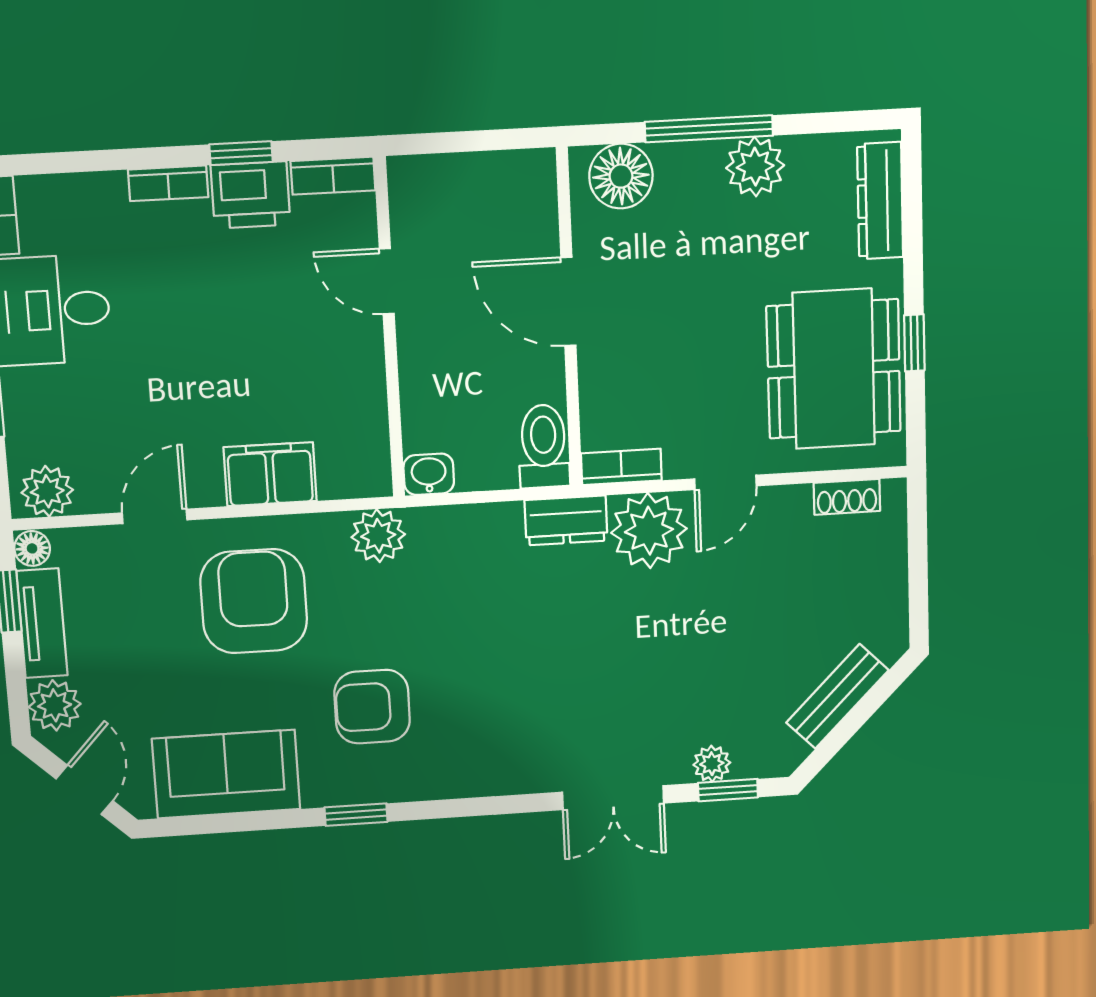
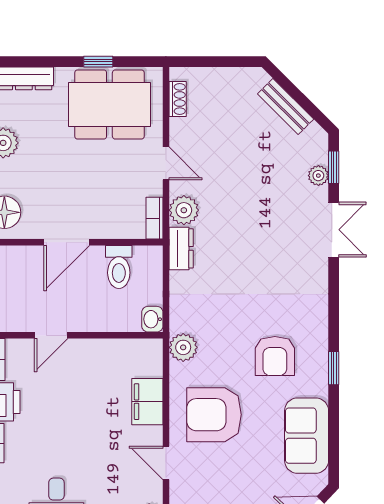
toilet: (544, 446) -> (119, 267), moved, turned -90
plant: (649, 531) -> (184, 210), width x0.73, depth x0.73

